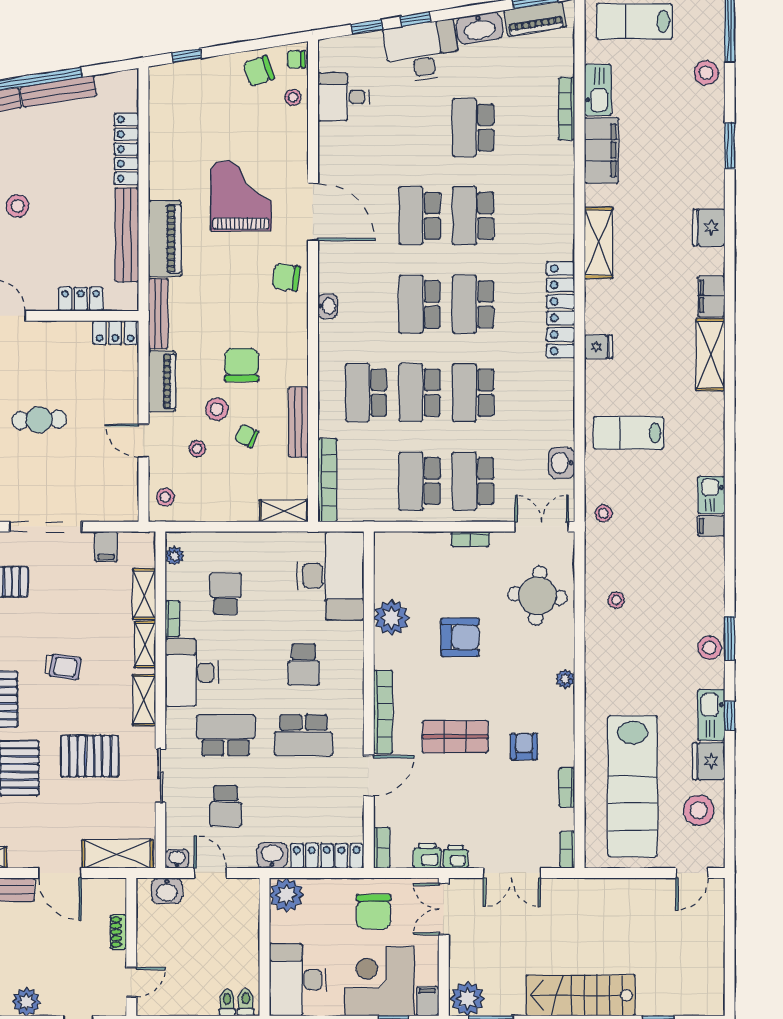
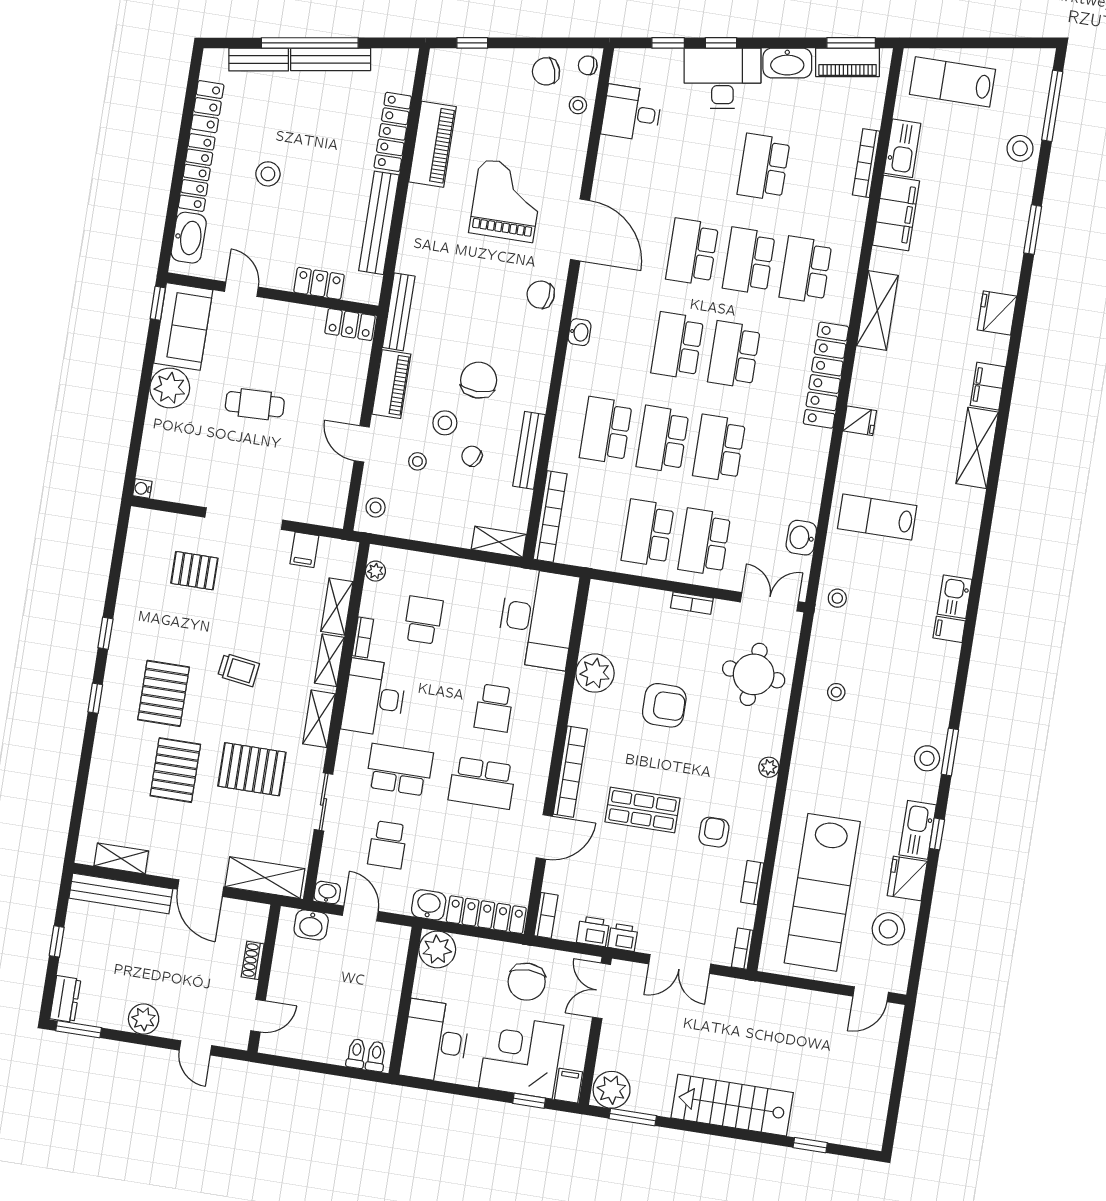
school desk: (526, 216) -> (806, 270), added
piano: (165, 239) -> (432, 144), moved

